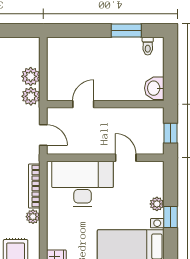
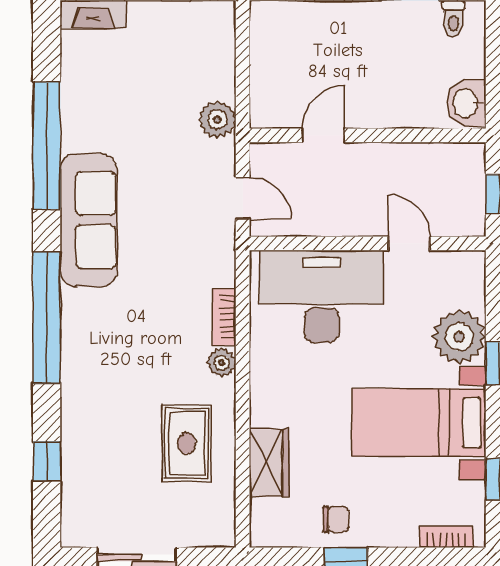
plant: (31, 76) -> (217, 79), removed
bookcase: (34, 186) -> (224, 317), width x0.64
plant: (157, 204) -> (459, 337), width x1.87, depth x1.87

